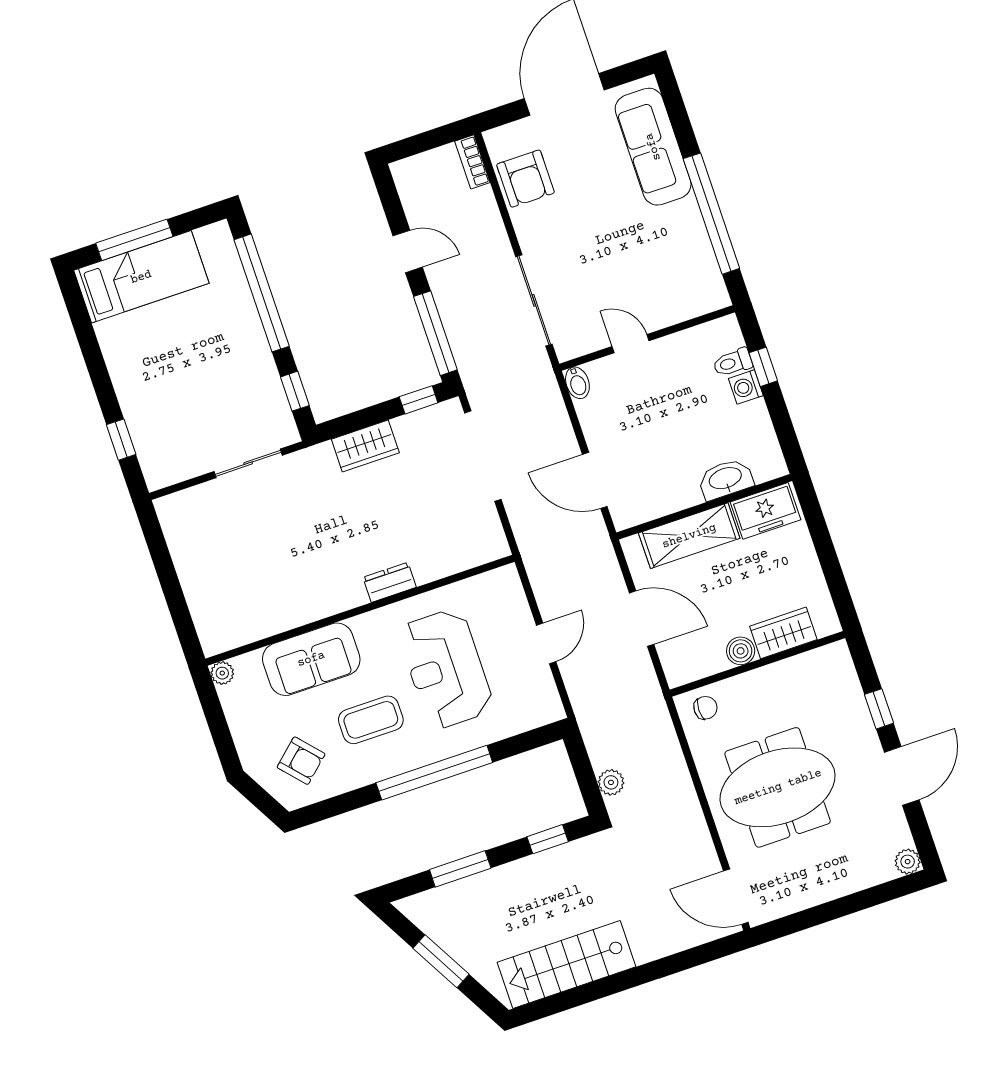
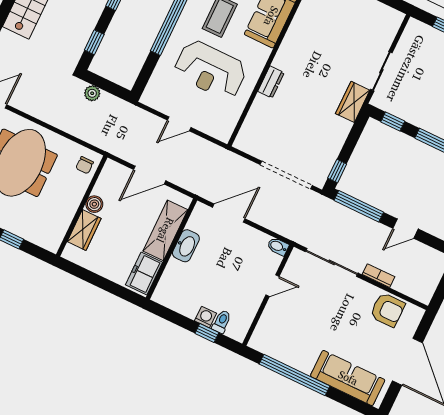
bookcase: (472, 162) -> (379, 276), moved
armchair: (526, 179) -> (387, 310), turned 180
wardrobe: (365, 446) -> (353, 102), moved
washbasin: (726, 479) -> (186, 246), moved
door: (546, 643) -> (179, 124), hinge flipped
reception desk: (446, 669) -> (210, 70), turned 180

